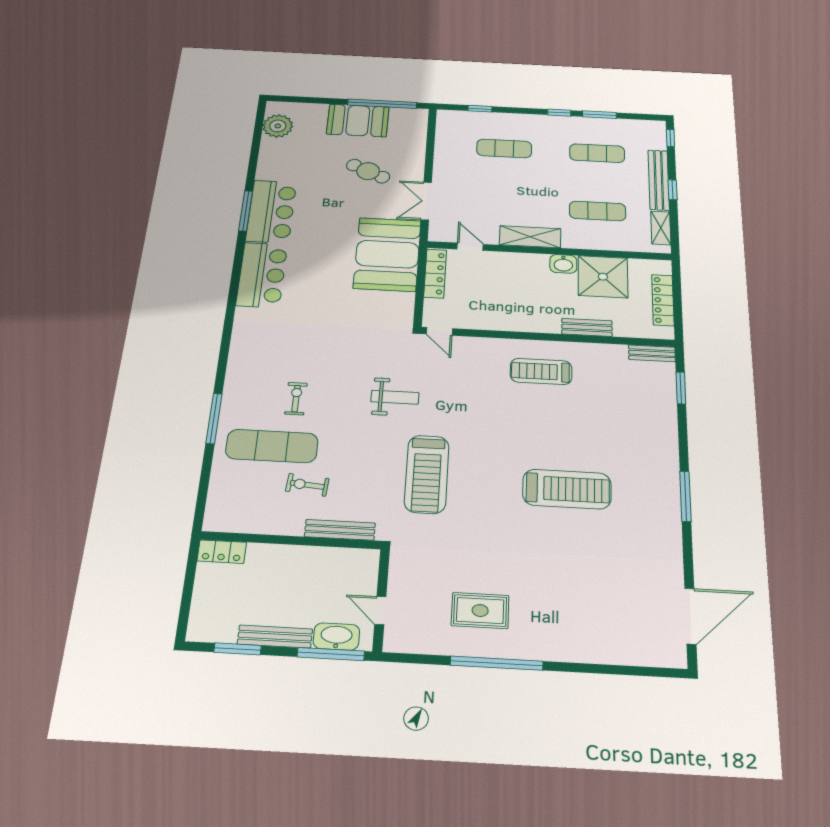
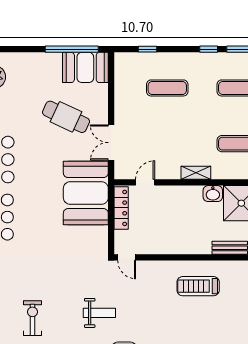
booth: (358, 121) -> (85, 67), moved
cafe table: (368, 171) -> (66, 117), width x1.37, depth x1.35
shelving: (530, 237) -> (196, 173), width x0.67, depth x0.75
door: (470, 247) -> (145, 182), hinge flipped
exercise bike: (296, 399) -> (33, 318), width x1.38, depth x1.39

